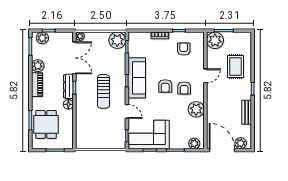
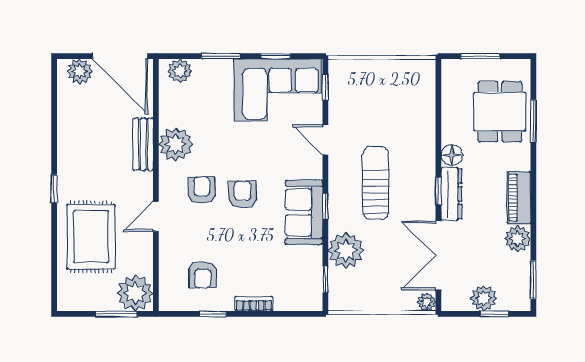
plant: (42, 38) -> (484, 298), moved
plant: (117, 40) -> (346, 250), moved
rug: (235, 67) -> (91, 237), width x1.36, depth x1.43
sofa: (137, 78) -> (304, 212), width x0.73
bench: (247, 112) -> (143, 144), moved

